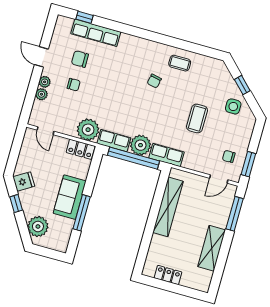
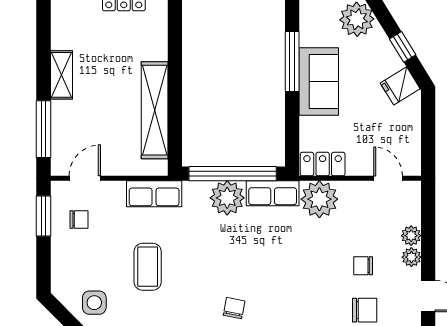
row of seats: (167, 155) -> (154, 194), moved
shelving: (212, 248) -> (61, 75), width x0.67, depth x0.75

